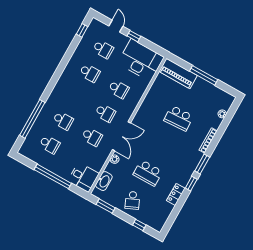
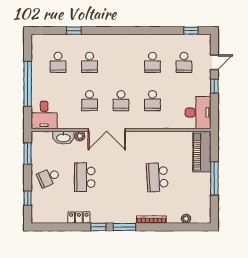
desk: (141, 60) -> (198, 113), width x0.73, depth x0.77
window: (32, 119) -> (74, 31), width x0.32
washbasin: (104, 181) -> (63, 138), moved

